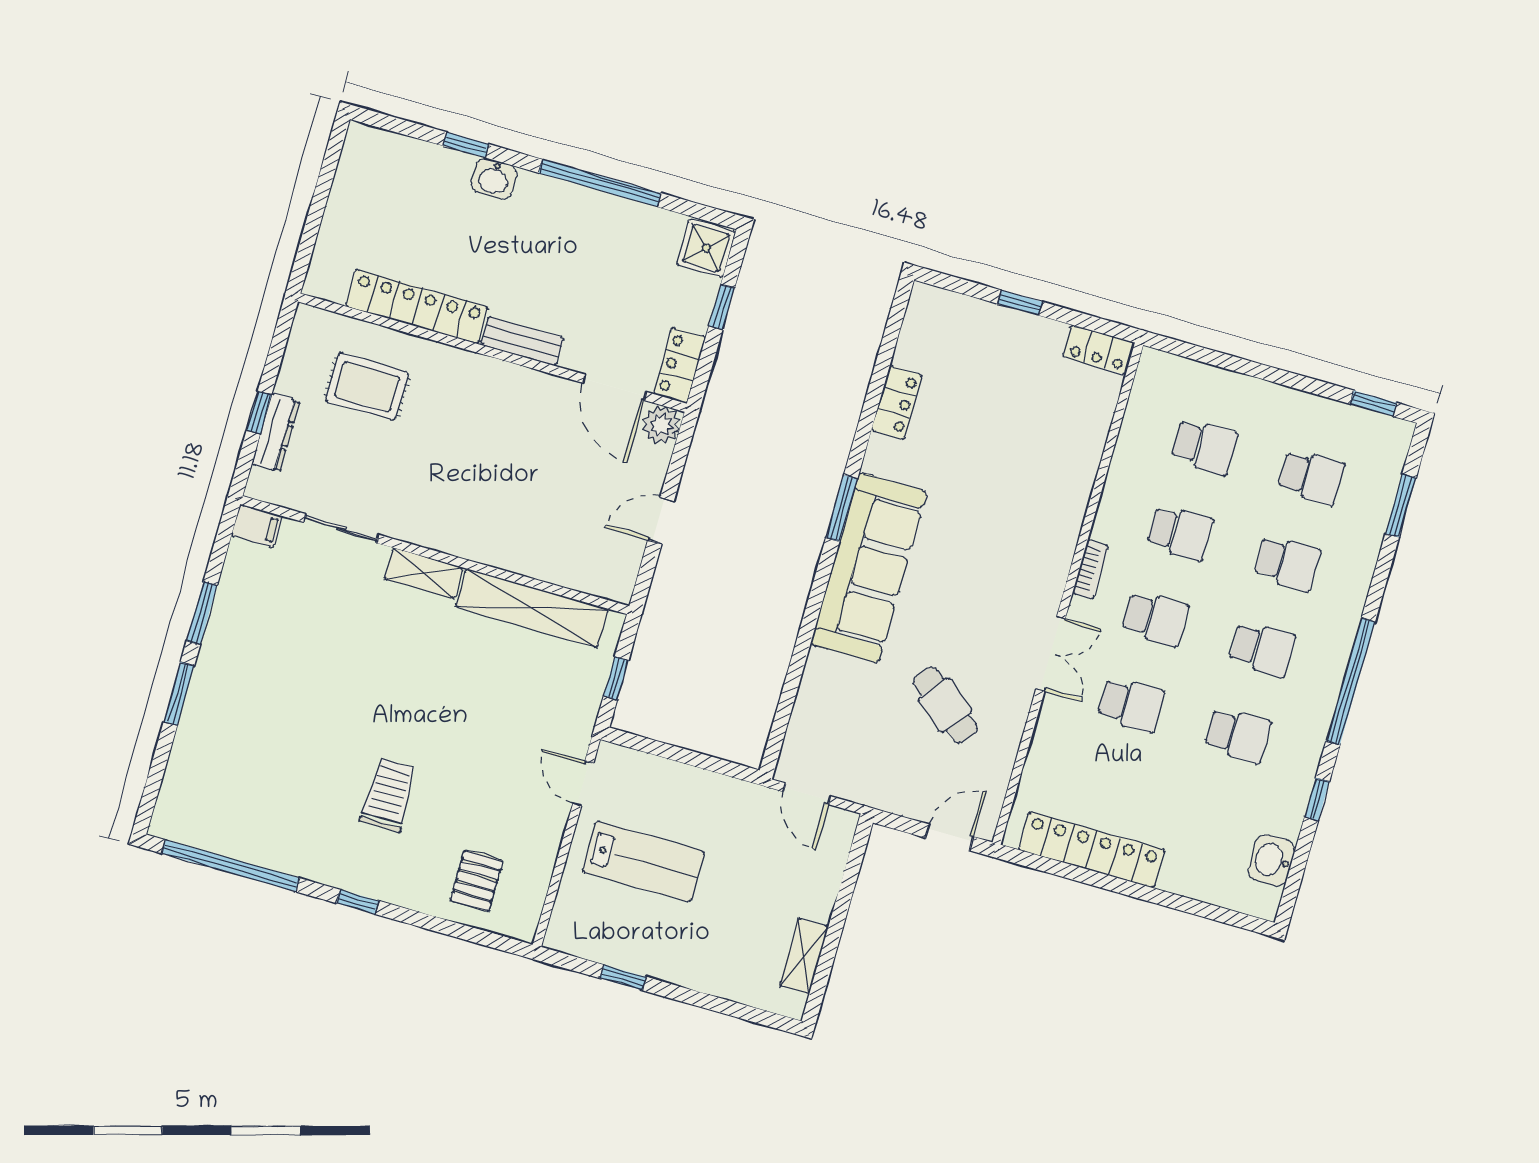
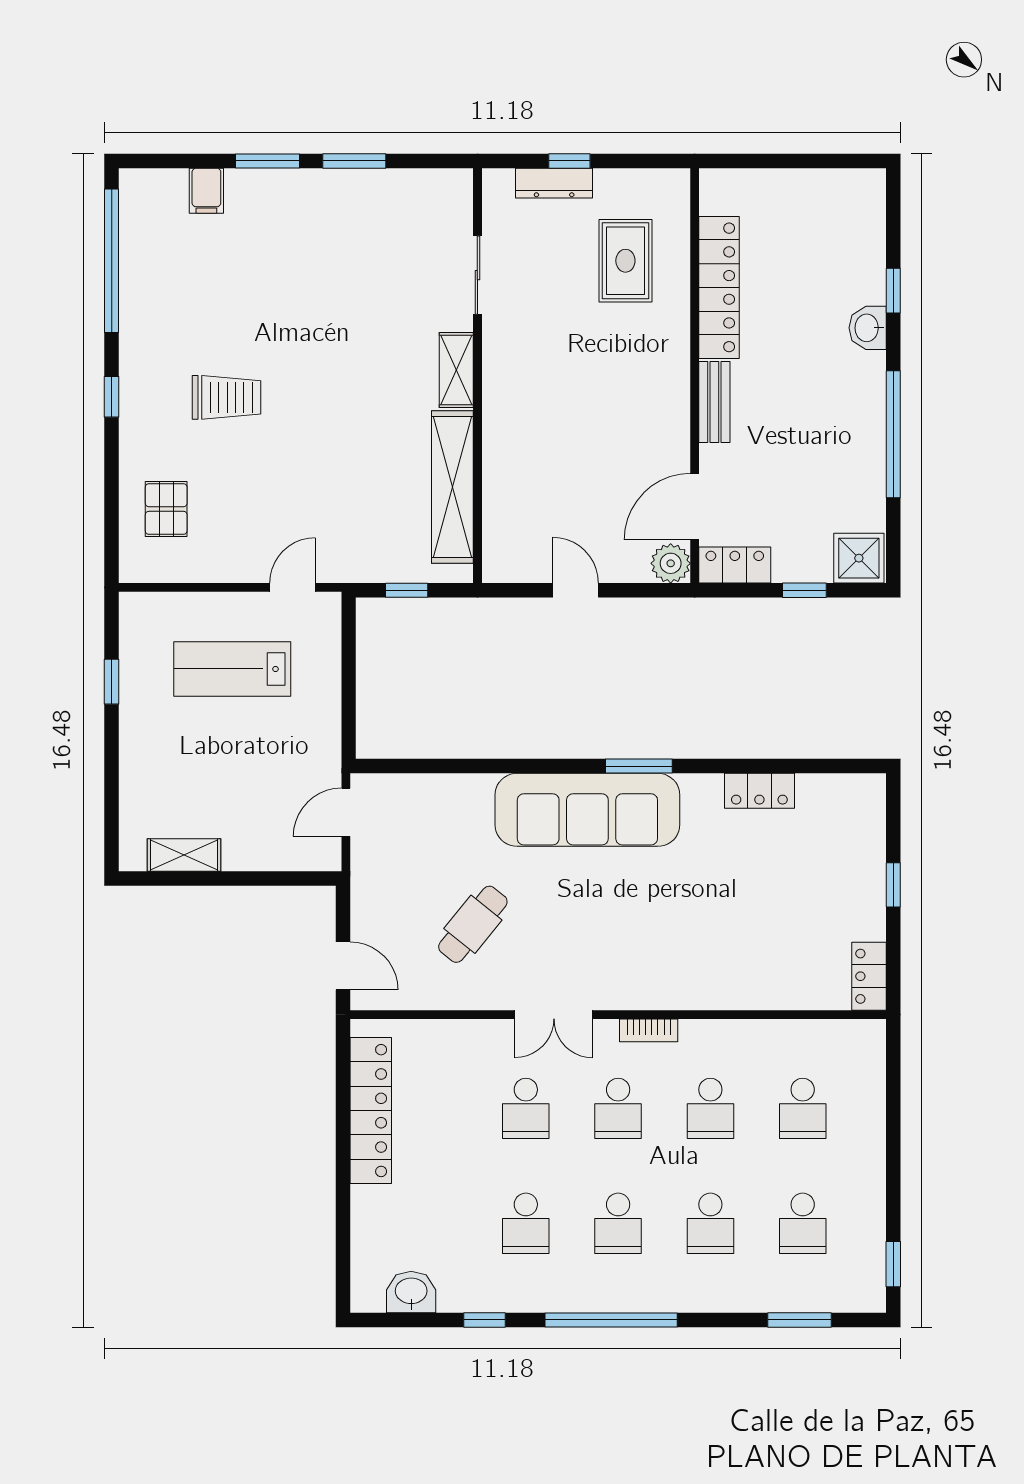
filing cabinet: (257, 526) -> (206, 191), moved
lab bench: (643, 862) -> (232, 669), turned 90
pallet: (477, 881) -> (166, 509), turned 90

